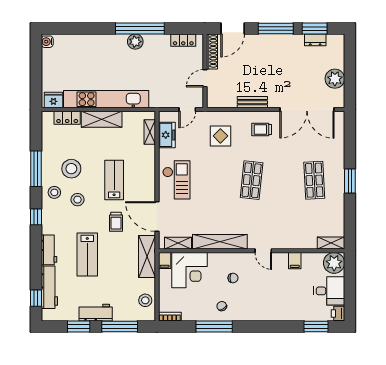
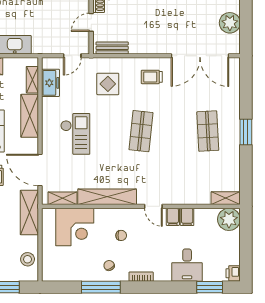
bench: (252, 102) -> (112, 48), moved
shelving: (147, 166) -> (30, 116), added
checkout: (176, 180) -> (75, 134), moved
filing cabinet: (165, 261) -> (173, 217), moved
desk: (329, 291) -> (187, 265), moved, turned 90
bookcase: (170, 317) -> (141, 277), moved

